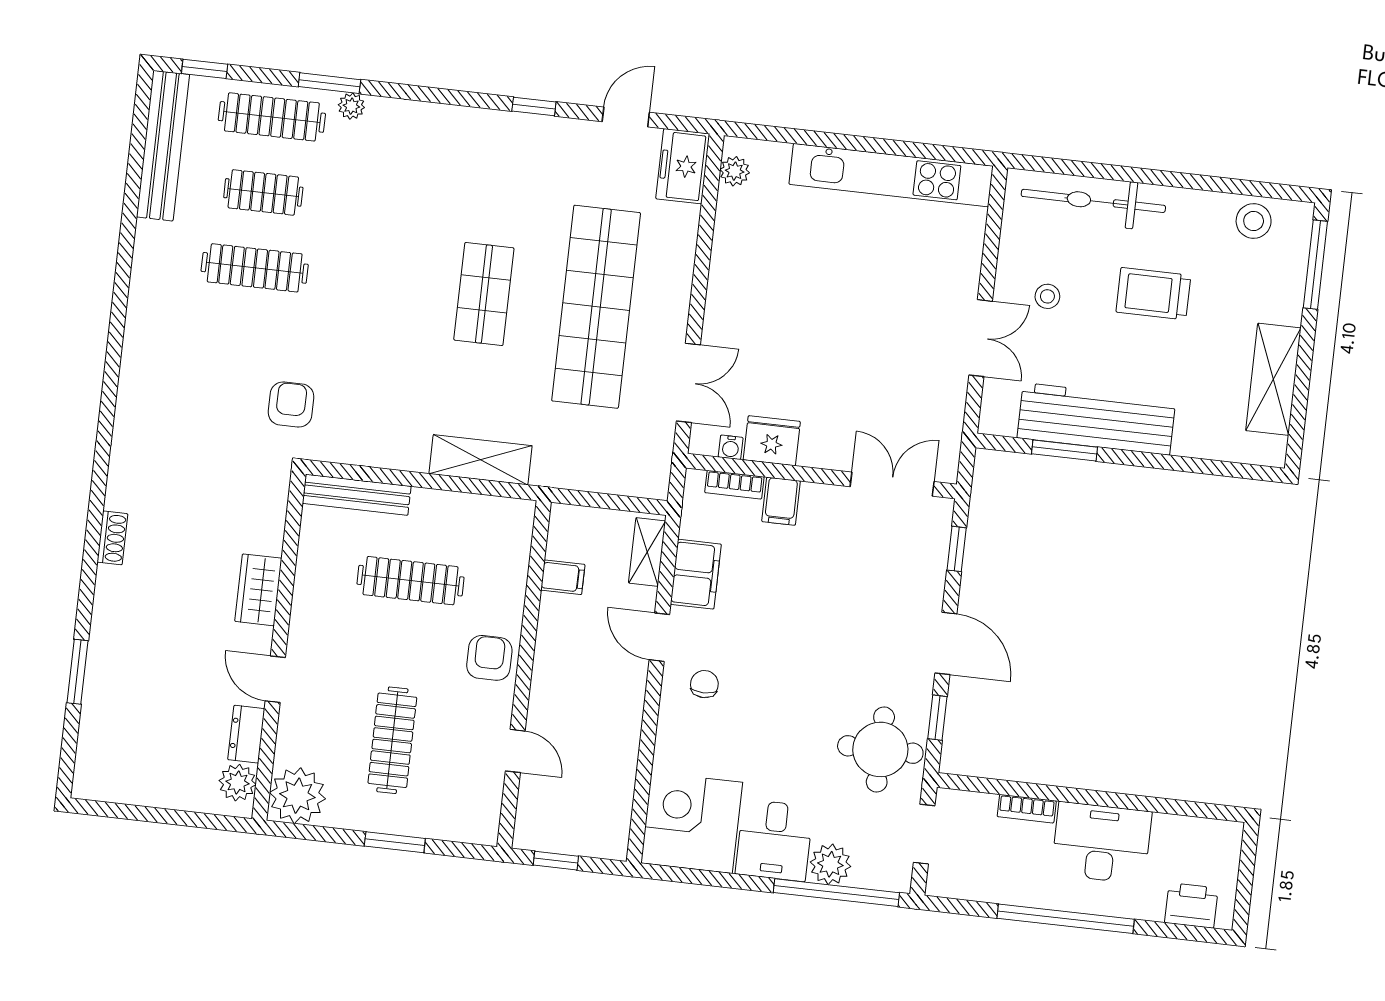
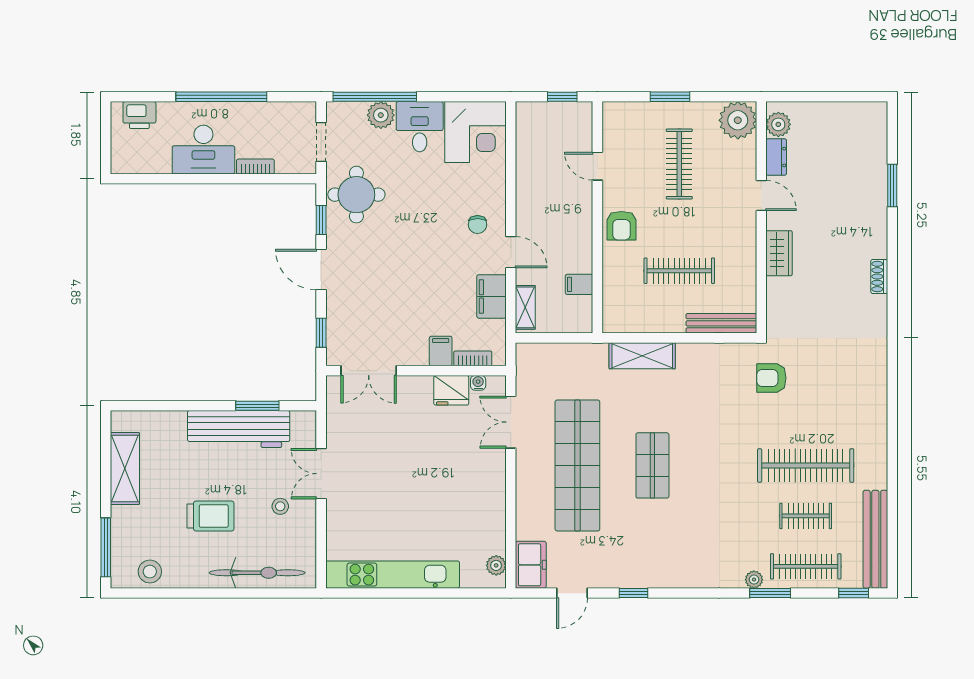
clothes rail: (255, 268) -> (806, 465), width x1.37, depth x1.31
armchair: (291, 404) -> (771, 378), turned 90

